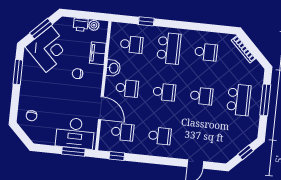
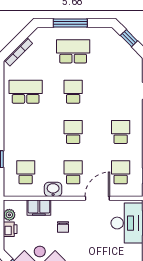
school desk: (169, 48) -> (26, 132), removed
school desk: (206, 52) -> (26, 92), width x1.85

